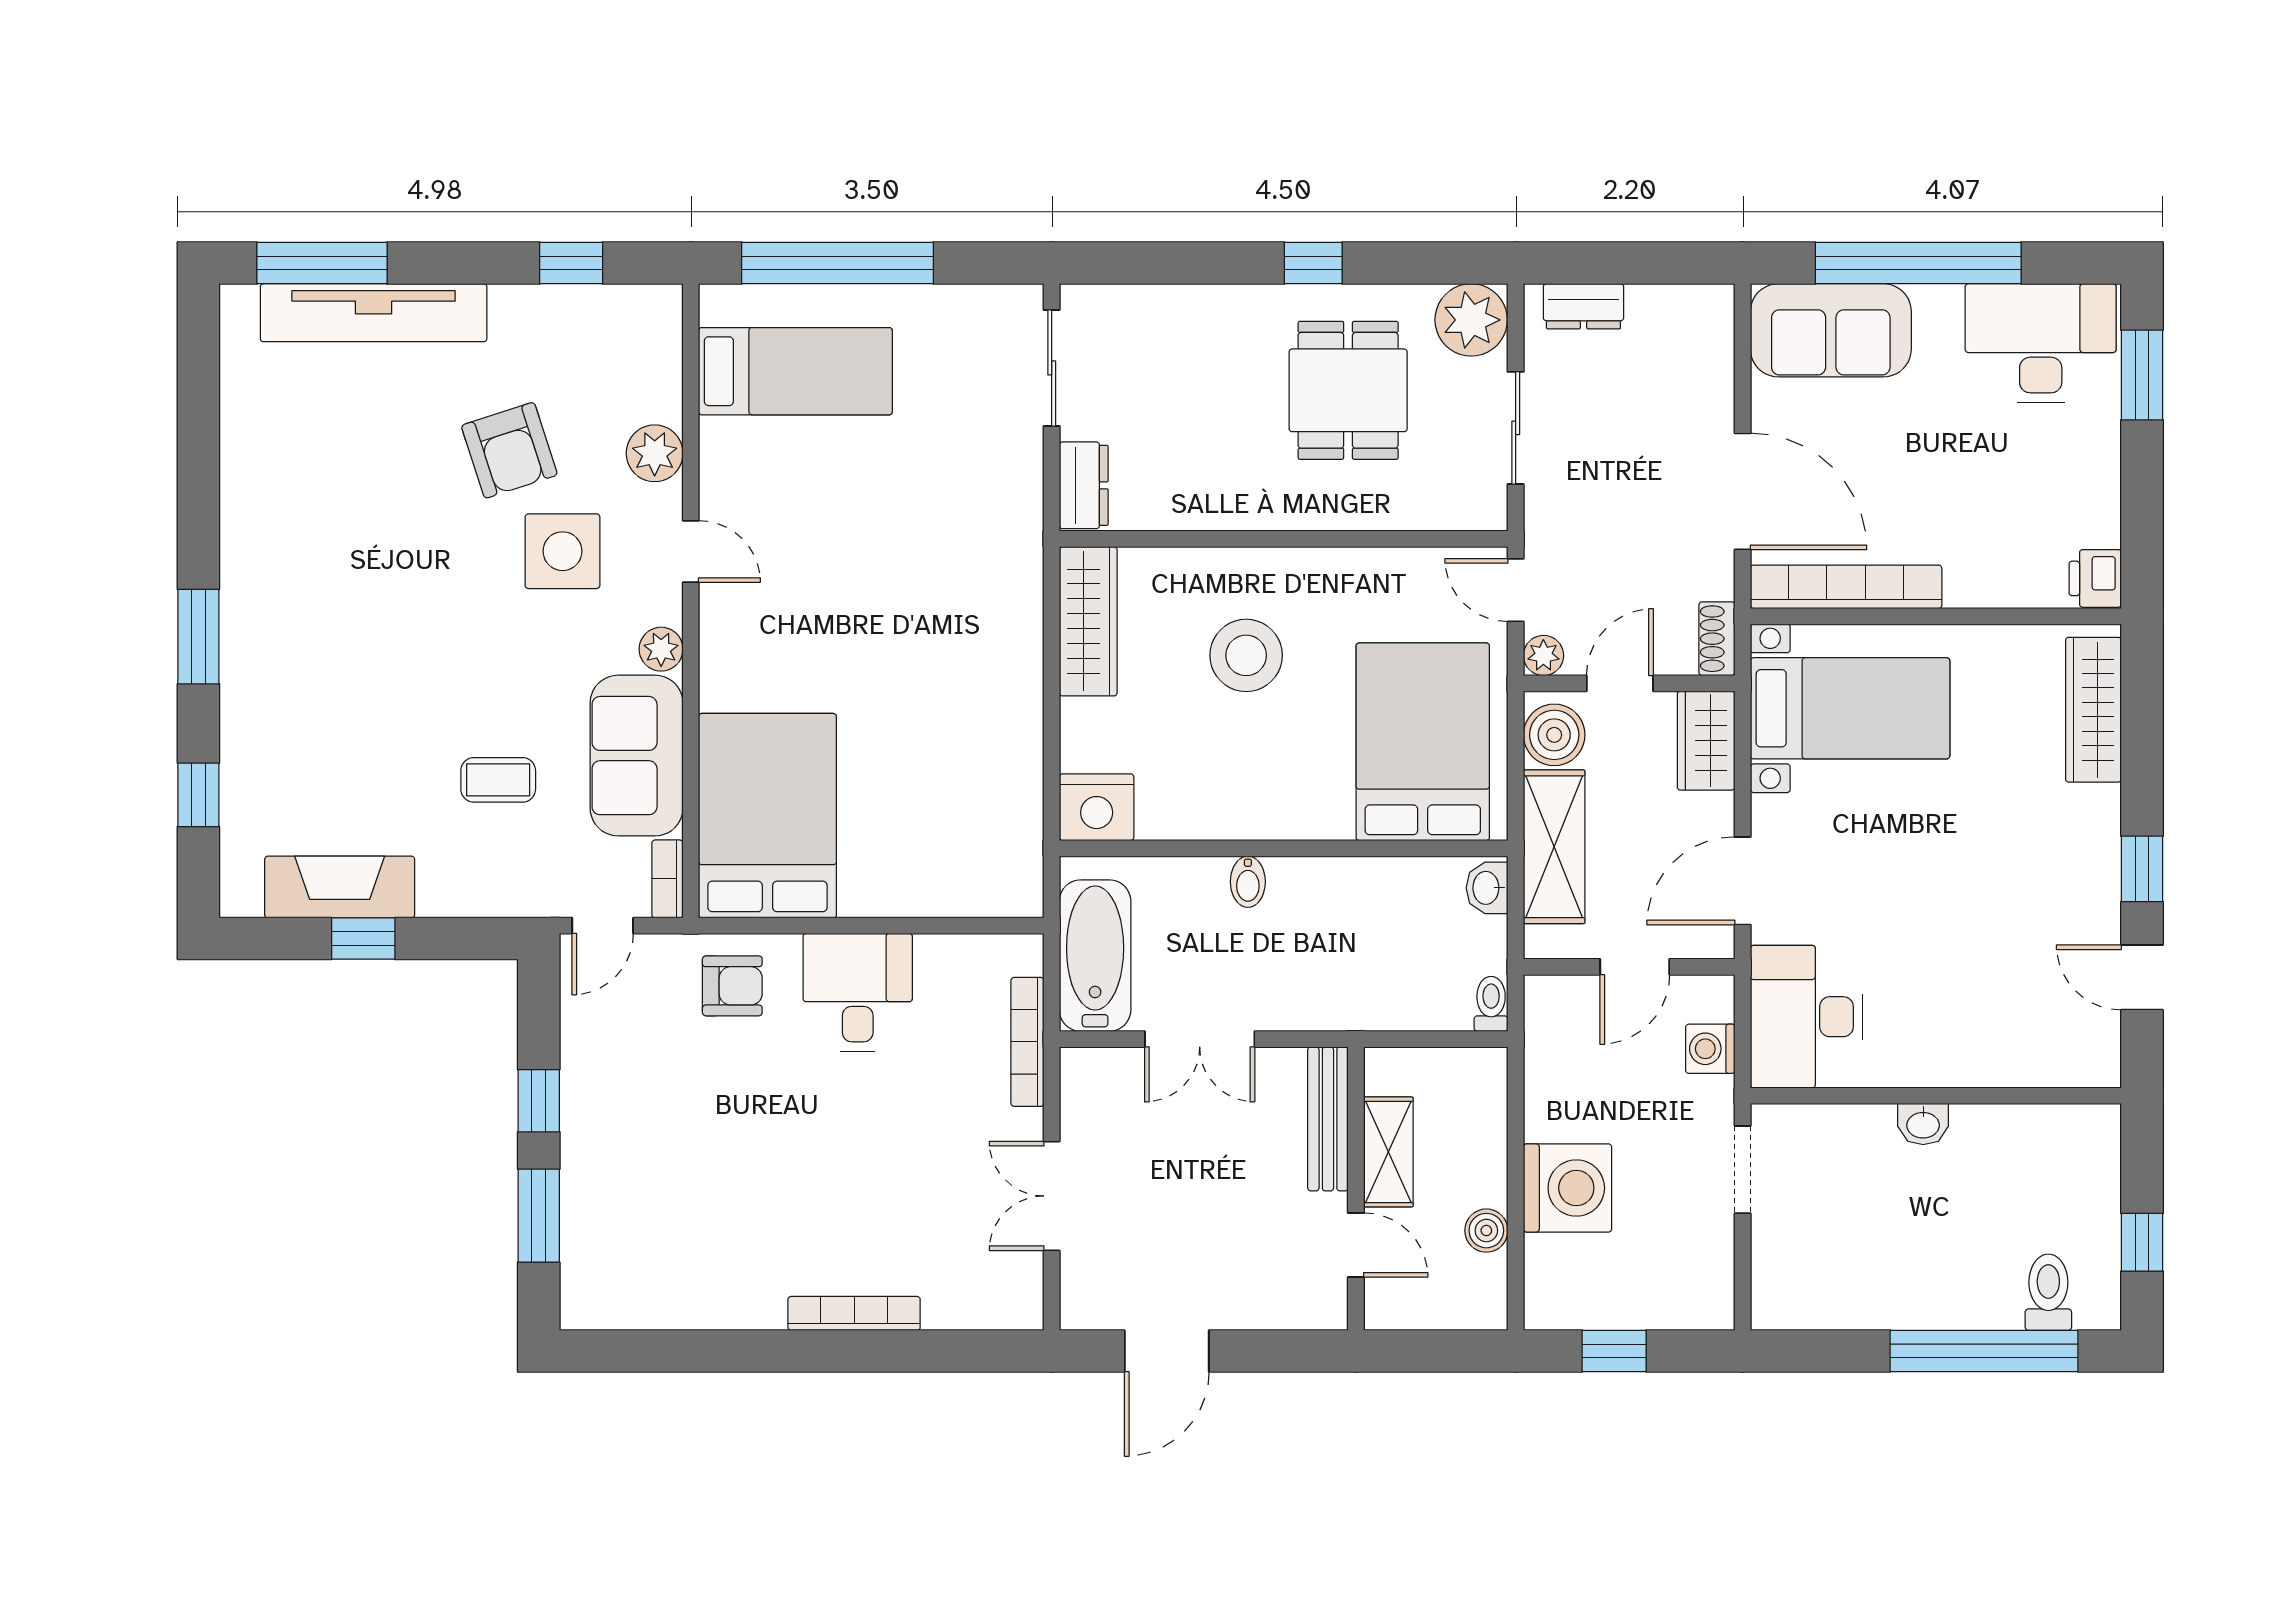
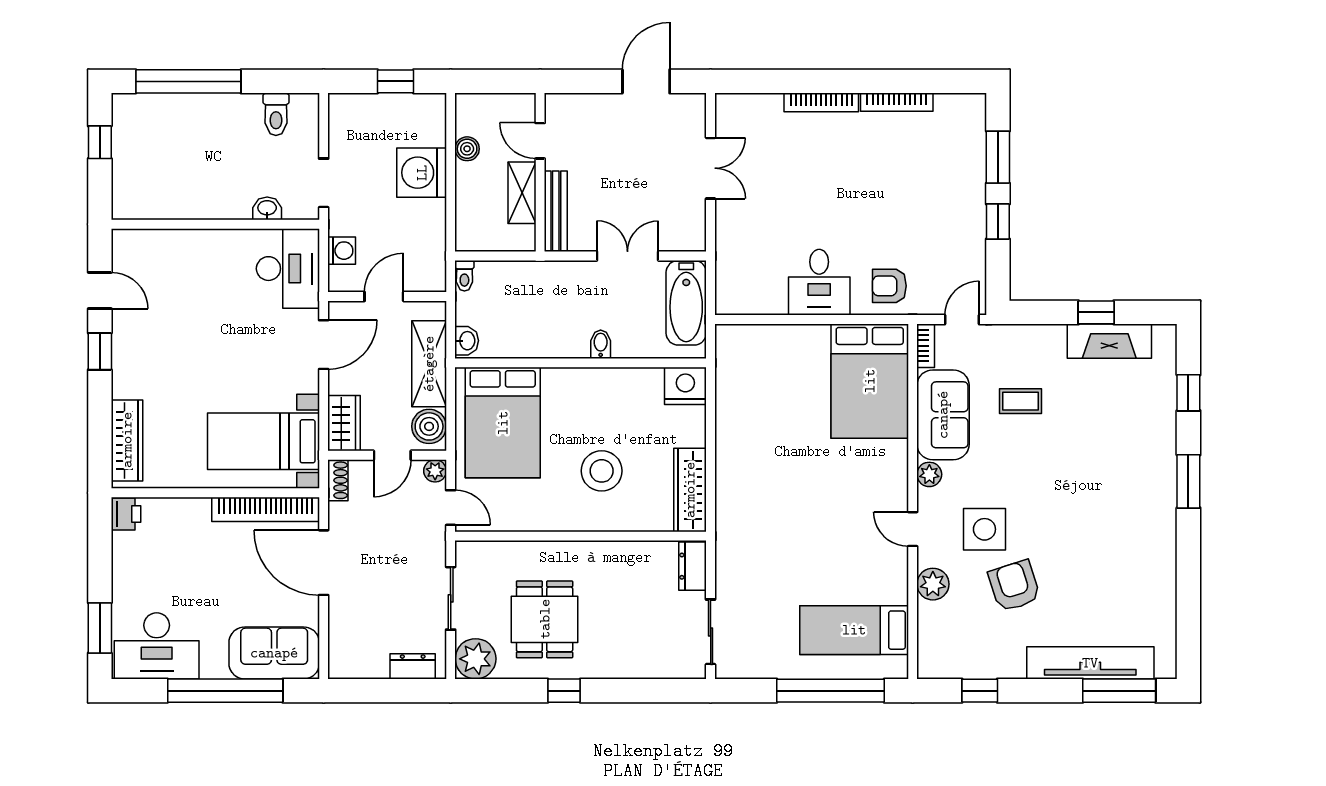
bookcase: (1027, 1042) -> (897, 102), moved, turned 90
washbasin: (1923, 1124) -> (267, 208), moved
toilet: (2048, 1292) -> (276, 114), moved

